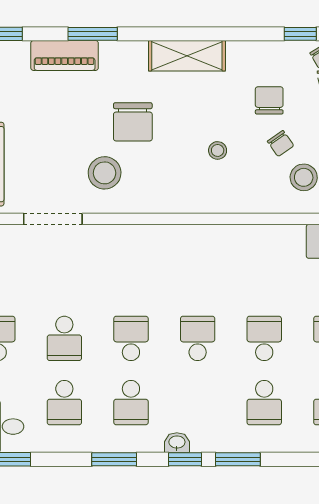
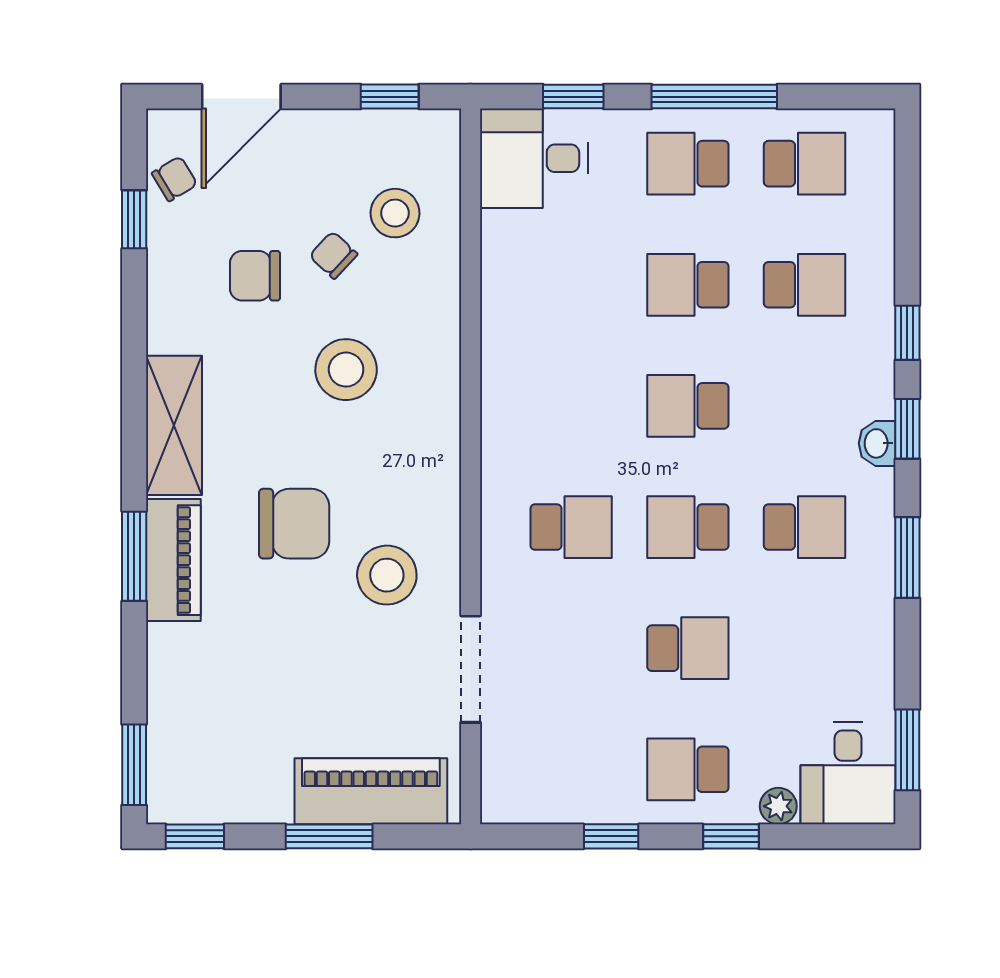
window: (93, 34) -> (134, 556), moved
piano: (65, 55) -> (173, 560), moved
chair: (281, 143) -> (333, 255), turned -102
stool: (218, 150) -> (346, 370), width x1.89, depth x1.89
school desk: (64, 403) -> (571, 527), moved
window: (238, 459) -> (907, 333), width x0.67

